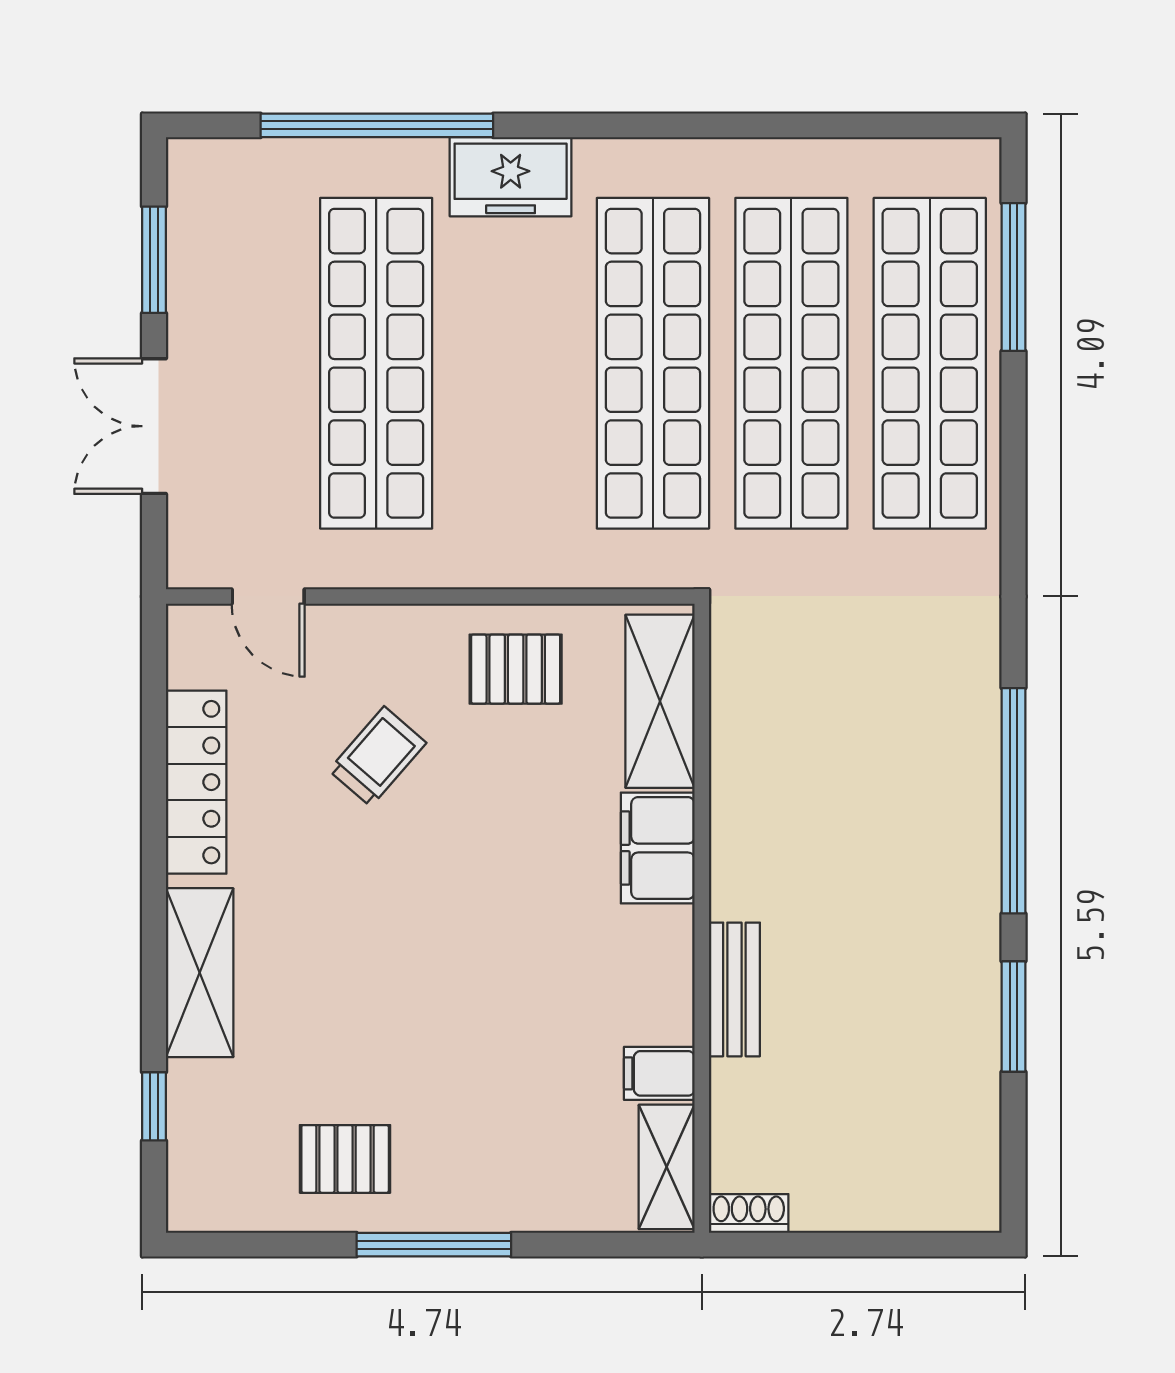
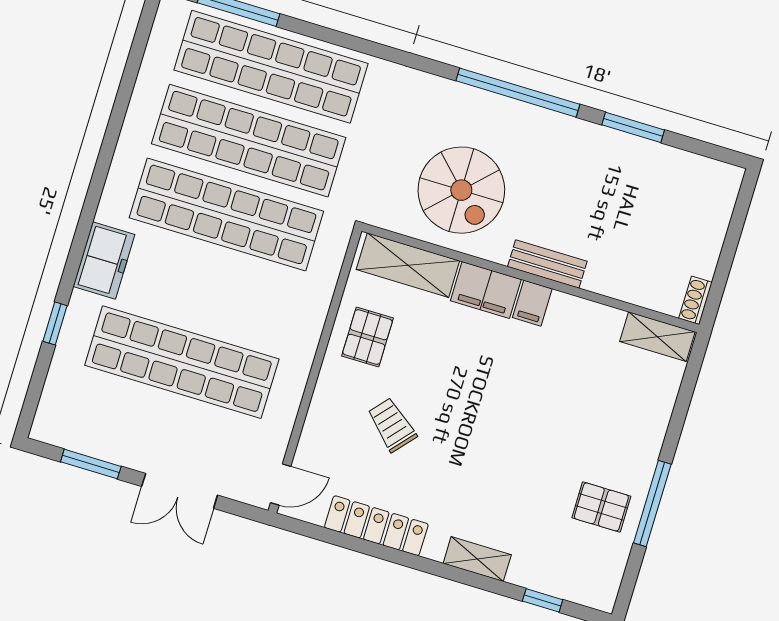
window: (377, 125) -> (55, 323), width x0.32
door: (268, 596) -> (281, 484), moved
spiral stairs: (817, 754) -> (461, 190), added
shelving: (200, 973) -> (477, 559), width x0.67, depth x0.75
bench: (734, 989) -> (547, 264), moved
filing cabinet: (659, 1073) -> (532, 303), moved
pallet: (345, 1159) -> (601, 507), turned 90
window: (434, 1245) -> (652, 504), moved

